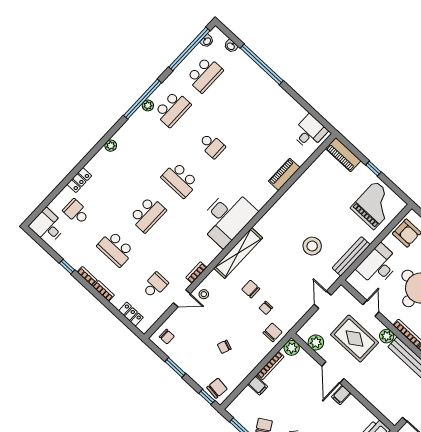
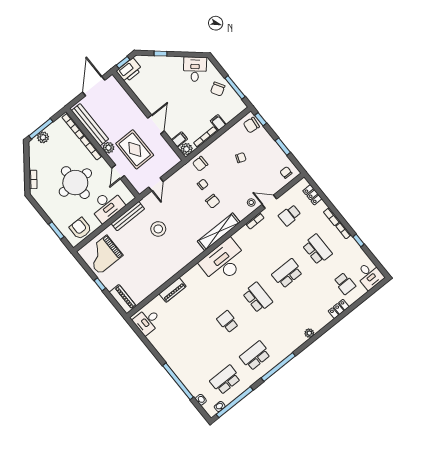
plant: (148, 105) -> (275, 361), removed
plant: (316, 342) -> (166, 151), removed
filing cabinet: (341, 395) -> (179, 139), moved

